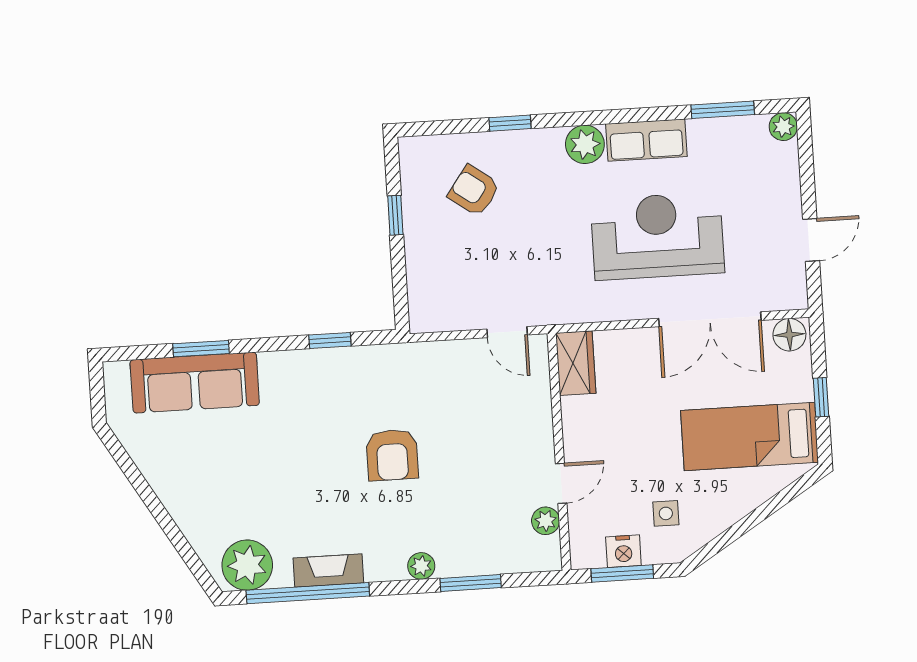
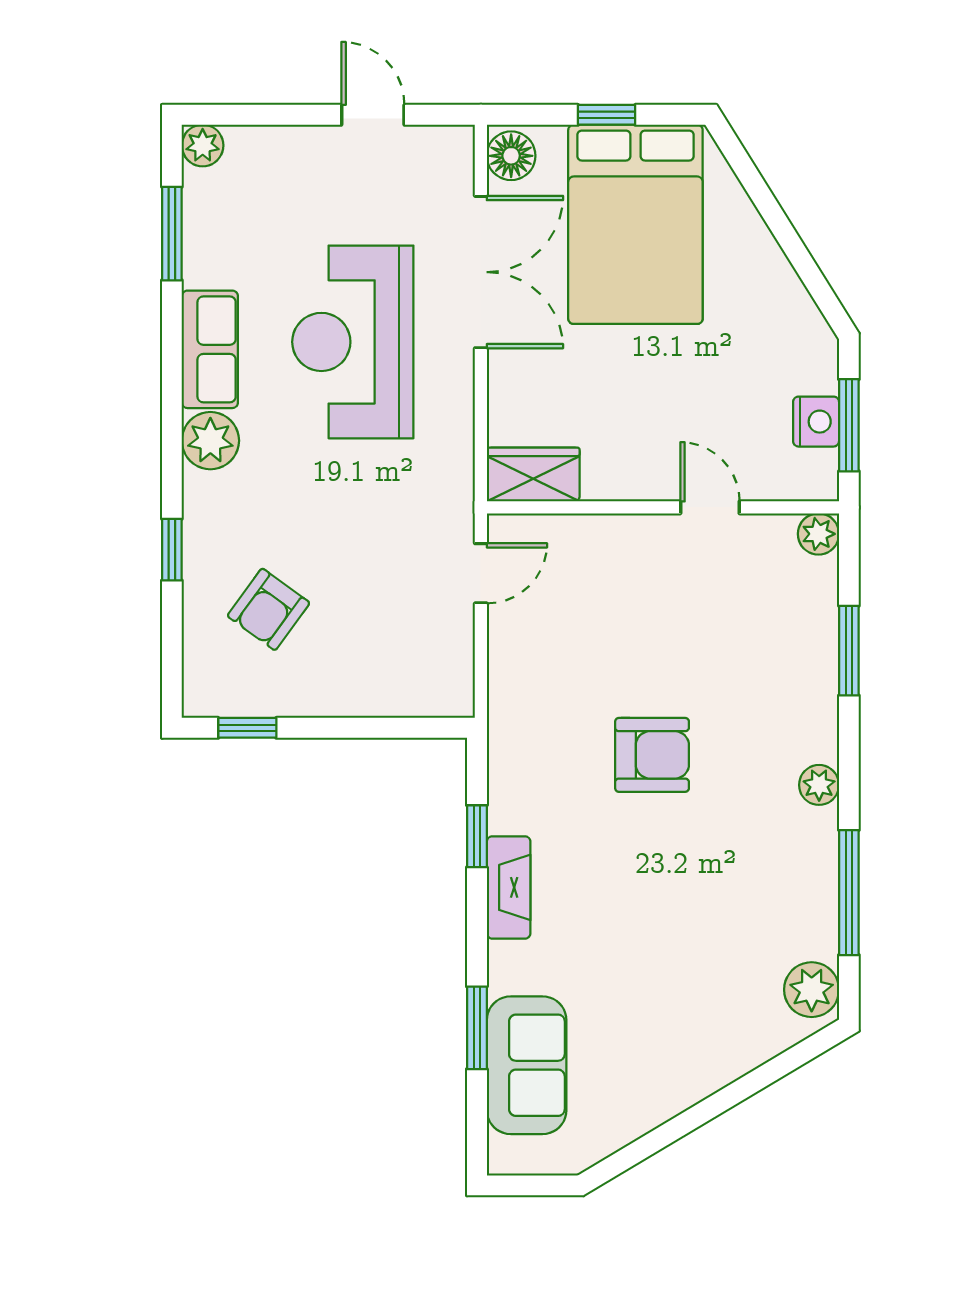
window: (395, 215) -> (247, 728), moved
sofa: (195, 383) -> (527, 1065), width x0.73
bed: (750, 436) -> (635, 224), width x1.50
side table: (666, 513) -> (764, 355), removed
plant: (546, 521) -> (818, 534), moved
plant: (247, 565) -> (812, 990), width x0.73, depth x0.73
plant: (421, 566) -> (819, 785), moved
fireplace: (328, 571) -> (509, 887), moved, turned 180
window: (308, 593) -> (849, 893), width x0.68

